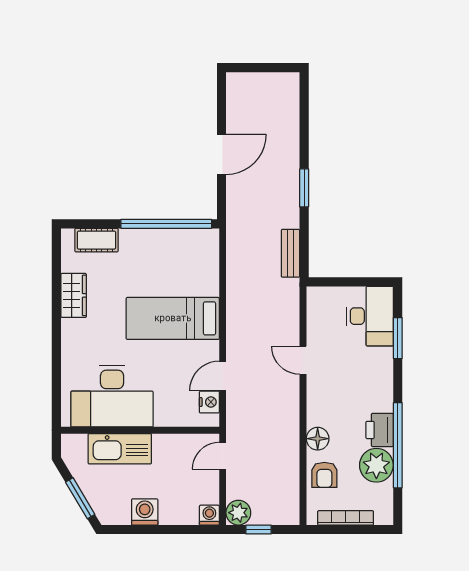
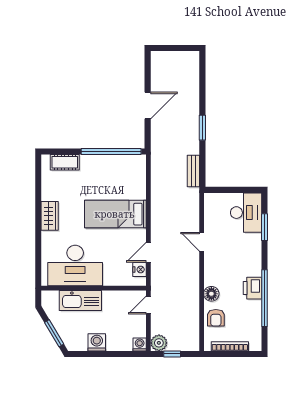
wardrobe: (74, 295) -> (50, 216), moved
plant: (376, 465) -> (250, 311), removed

